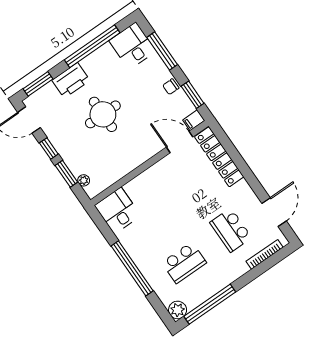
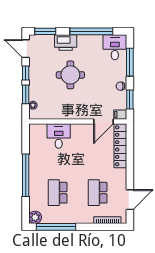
door: (180, 142) -> (104, 121), swing flipped
desk: (118, 211) -> (59, 136), moved
school desk: (184, 263) -> (58, 193), turned 90

